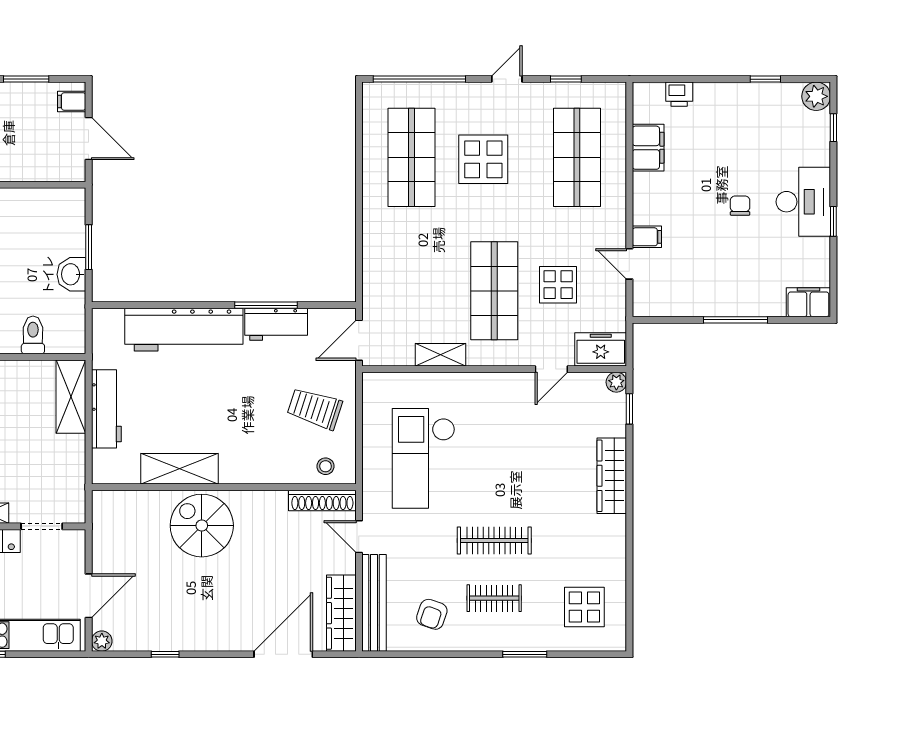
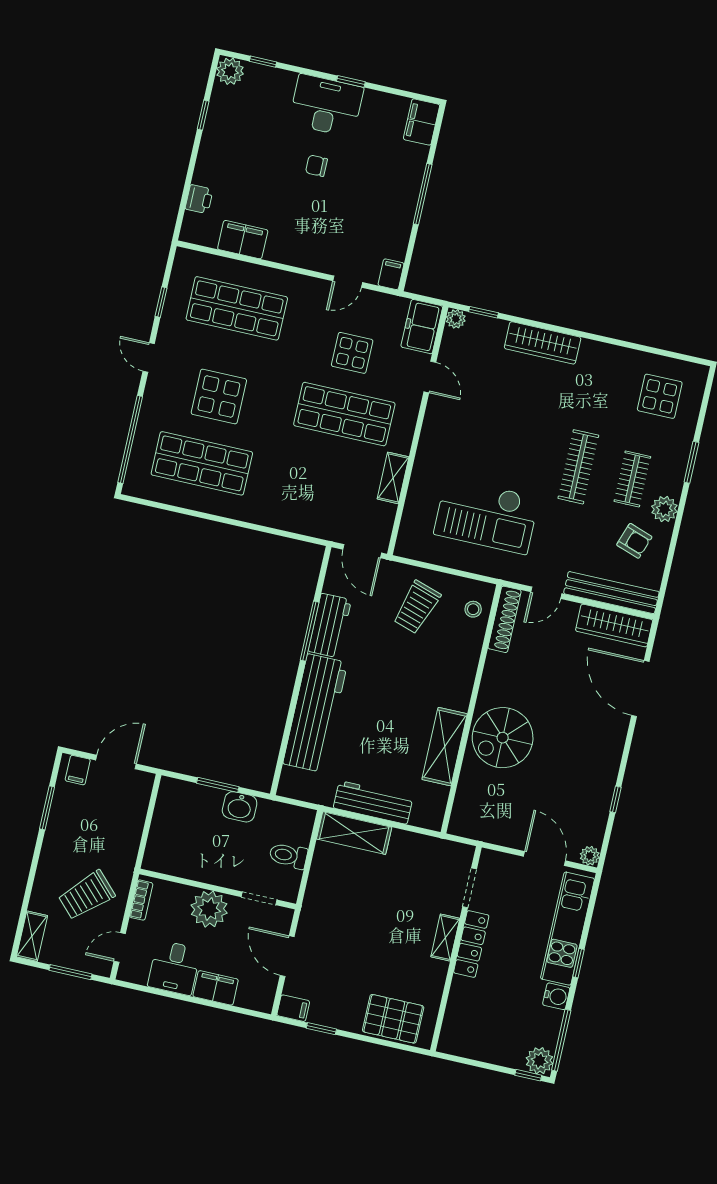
filing cabinet: (647, 237) -> (391, 274), moved
plant: (471, 638) -> (664, 509), added

